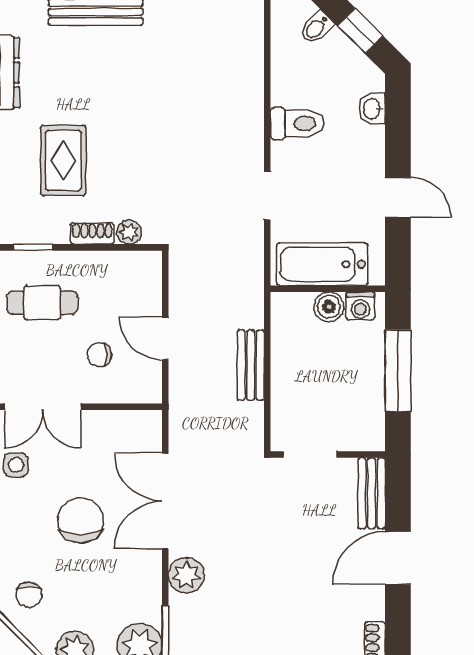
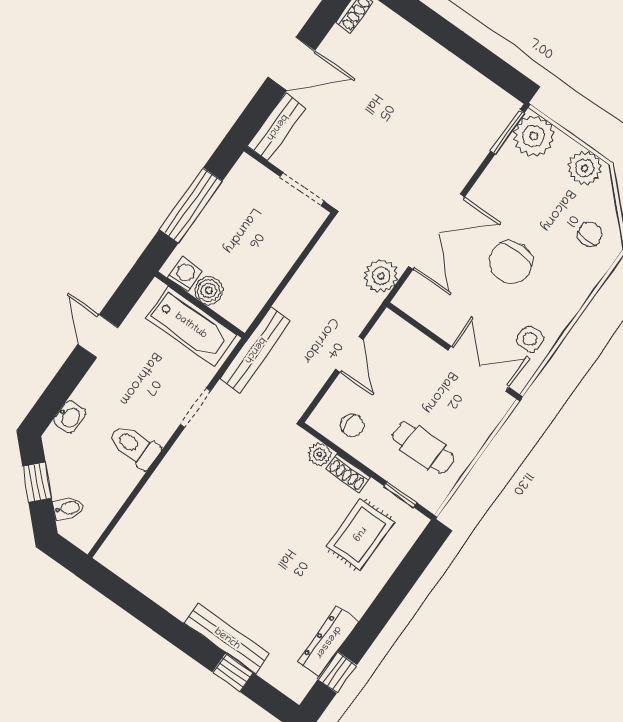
rug: (63, 160) -> (360, 534), moved
chair: (99, 355) -> (353, 425), moved
bench: (251, 365) -> (255, 350), moved, width x1.36
plant: (186, 575) -> (381, 276), moved

